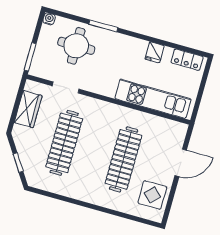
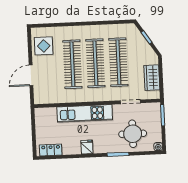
fridge: (155, 52) -> (87, 147), moved
kitchen unit: (153, 99) -> (85, 113), moved
clothes rail: (94, 151) -> (95, 63), added

